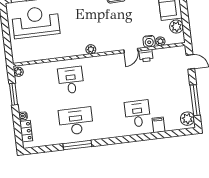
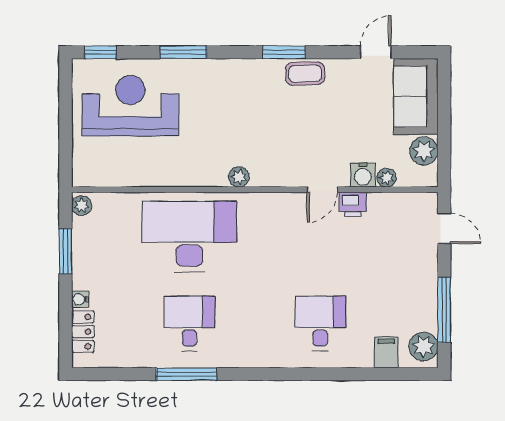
desk: (71, 80) -> (189, 236), width x1.87, depth x1.30
desk: (76, 121) -> (189, 323), width x0.73
filing cabinet: (158, 125) -> (386, 352), moved

